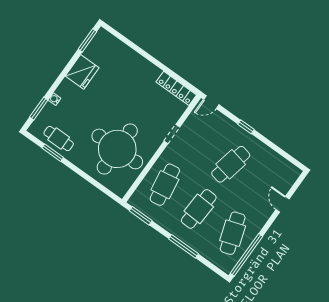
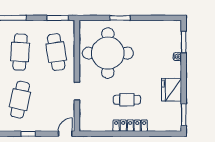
locker: (176, 88) -> (130, 126), moved
cafe table: (59, 138) -> (127, 100), moved
window: (53, 153) -> (120, 18), moved

